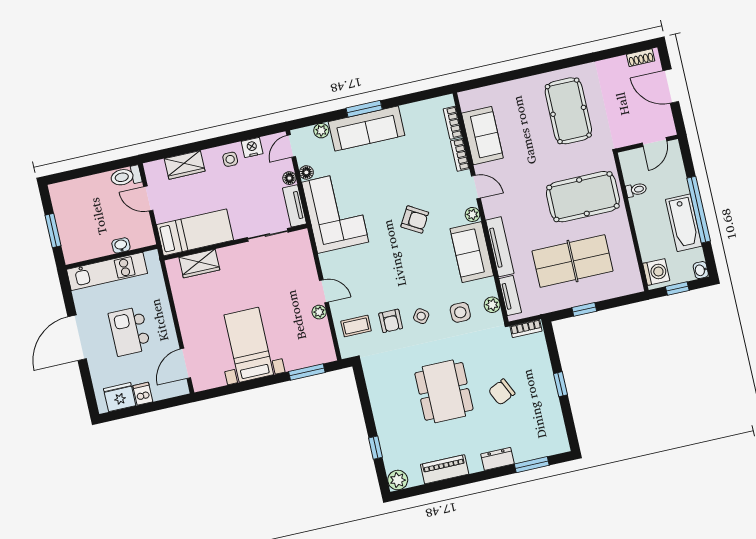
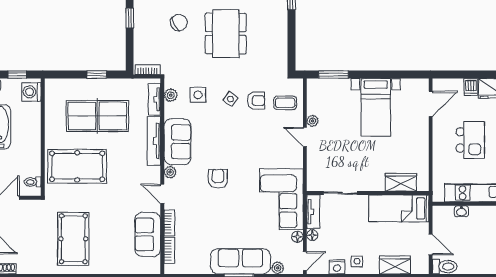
toilet: (636, 190) -> (33, 182), moved
armchair: (415, 220) -> (218, 179), turned 60
armchair: (391, 321) -> (256, 101), turned 90

